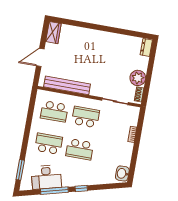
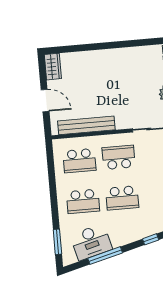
door: (40, 57) -> (45, 101), swing flipped
school desk: (49, 144) -> (83, 201), turned 180
window: (81, 188) -> (151, 239), moved

